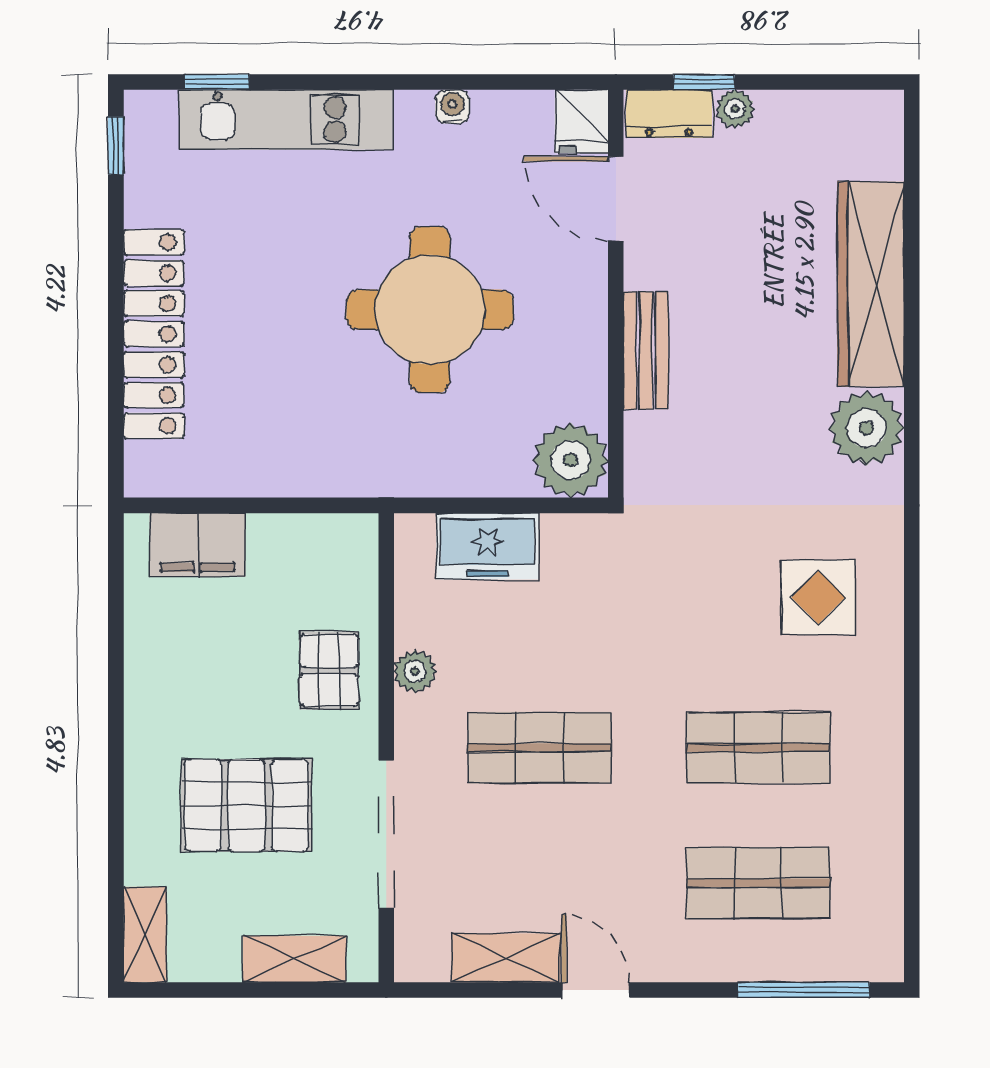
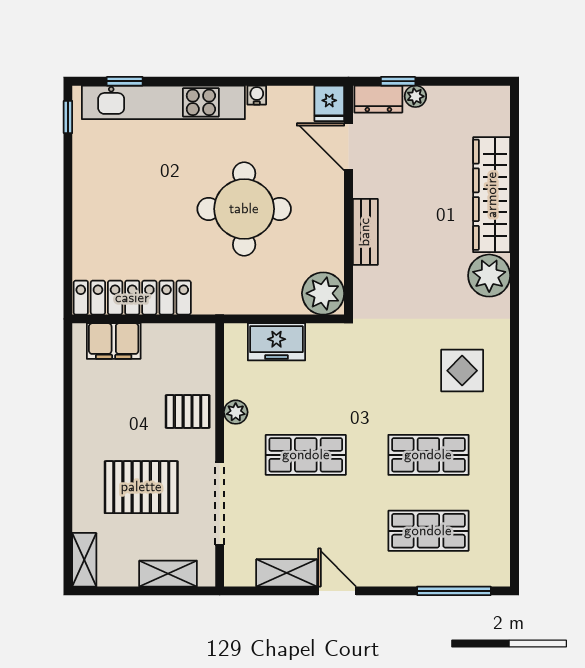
kitchen unit: (286, 120) -> (163, 102), width x1.36
locker: (154, 334) -> (132, 298), moved, turned -90
pallet: (329, 670) -> (188, 411), turned 90

